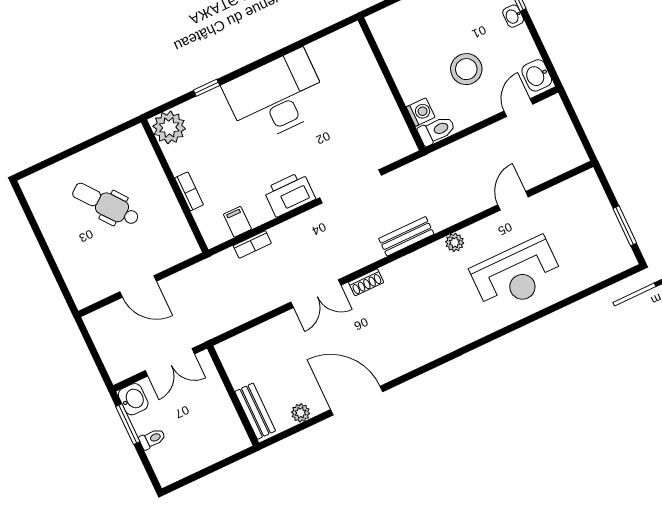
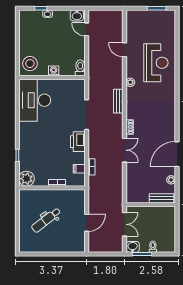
stool: (466, 69) -> (30, 64), moved
desk: (276, 97) -> (35, 100), moved
washing machine: (421, 112) -> (54, 71), moved

